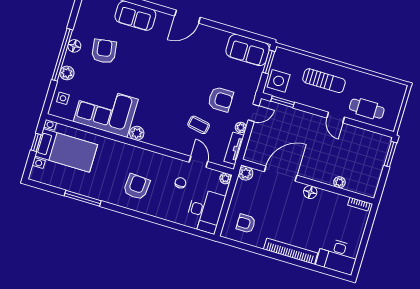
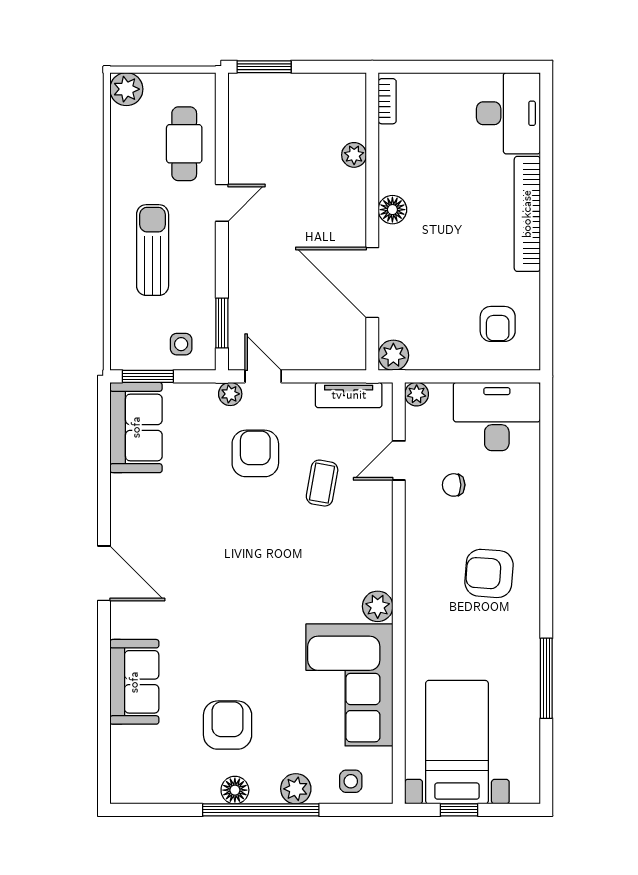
armchair: (104, 51) -> (228, 725), turned 98
side table: (279, 81) -> (181, 344), width x0.54, depth x0.54
plant: (399, 90) -> (126, 89), added
plant: (241, 127) -> (230, 394), moved

